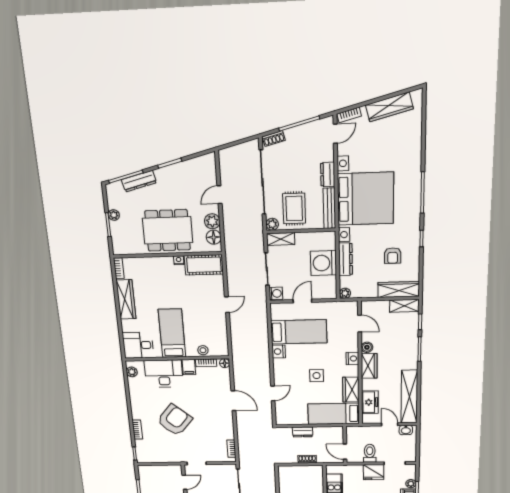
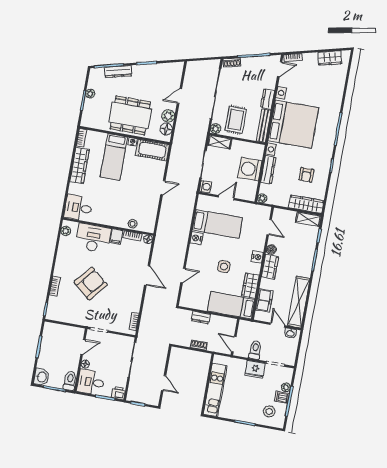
wardrobe: (389, 107) -> (330, 58), width x0.67
bed: (172, 333) -> (114, 157), moved, turned 180

